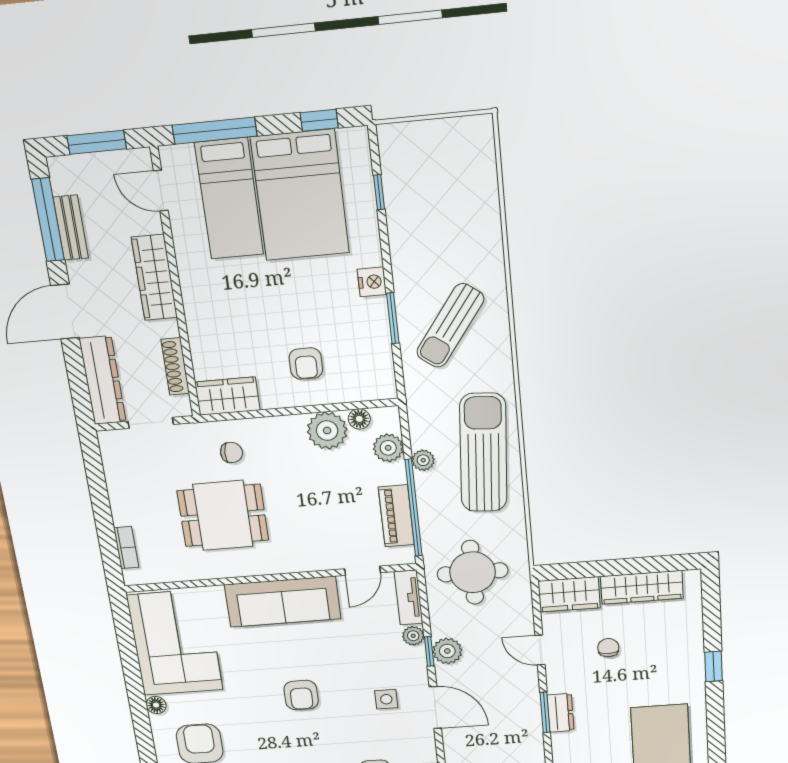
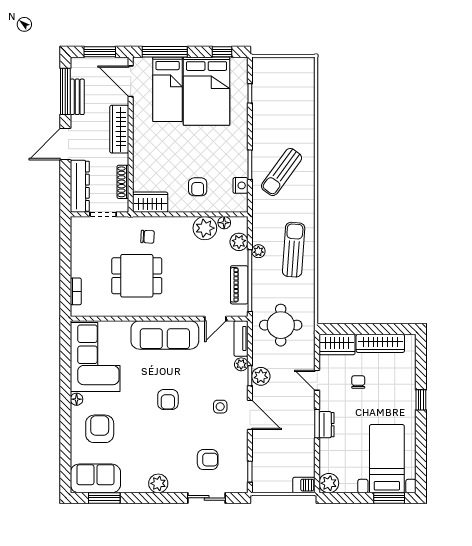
door: (161, 191) -> (131, 81), width x1.38
nightstand: (372, 282) -> (240, 185), moved
sun lounger: (483, 453) -> (294, 250), width x0.73, depth x0.75

